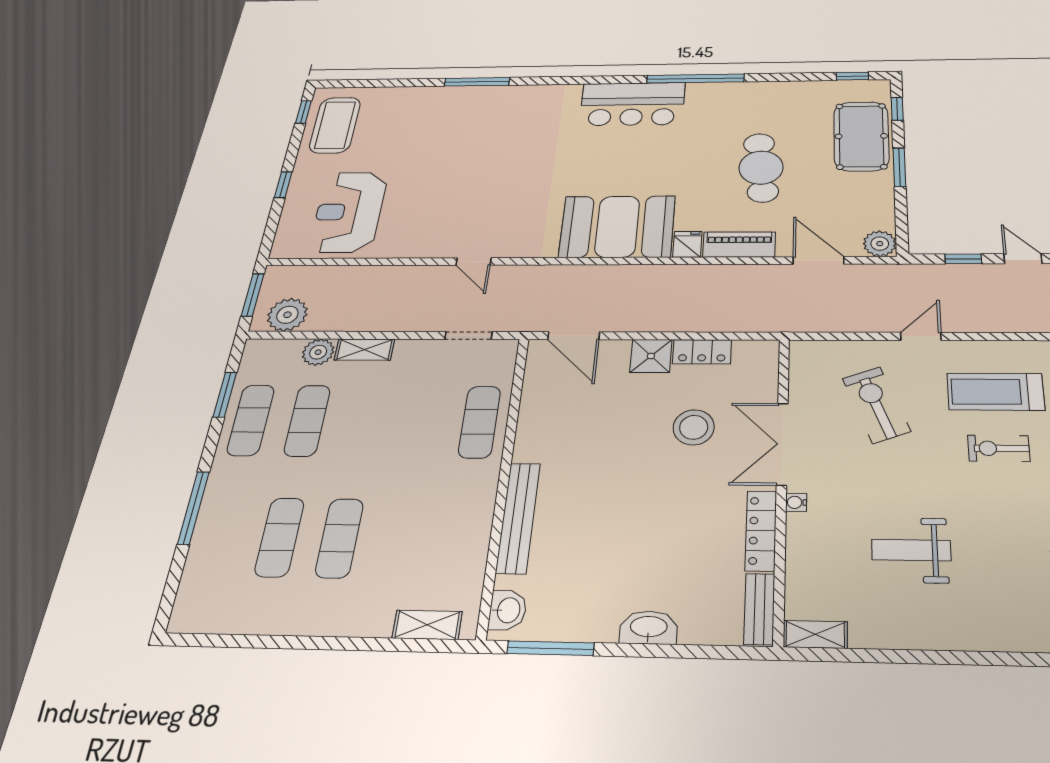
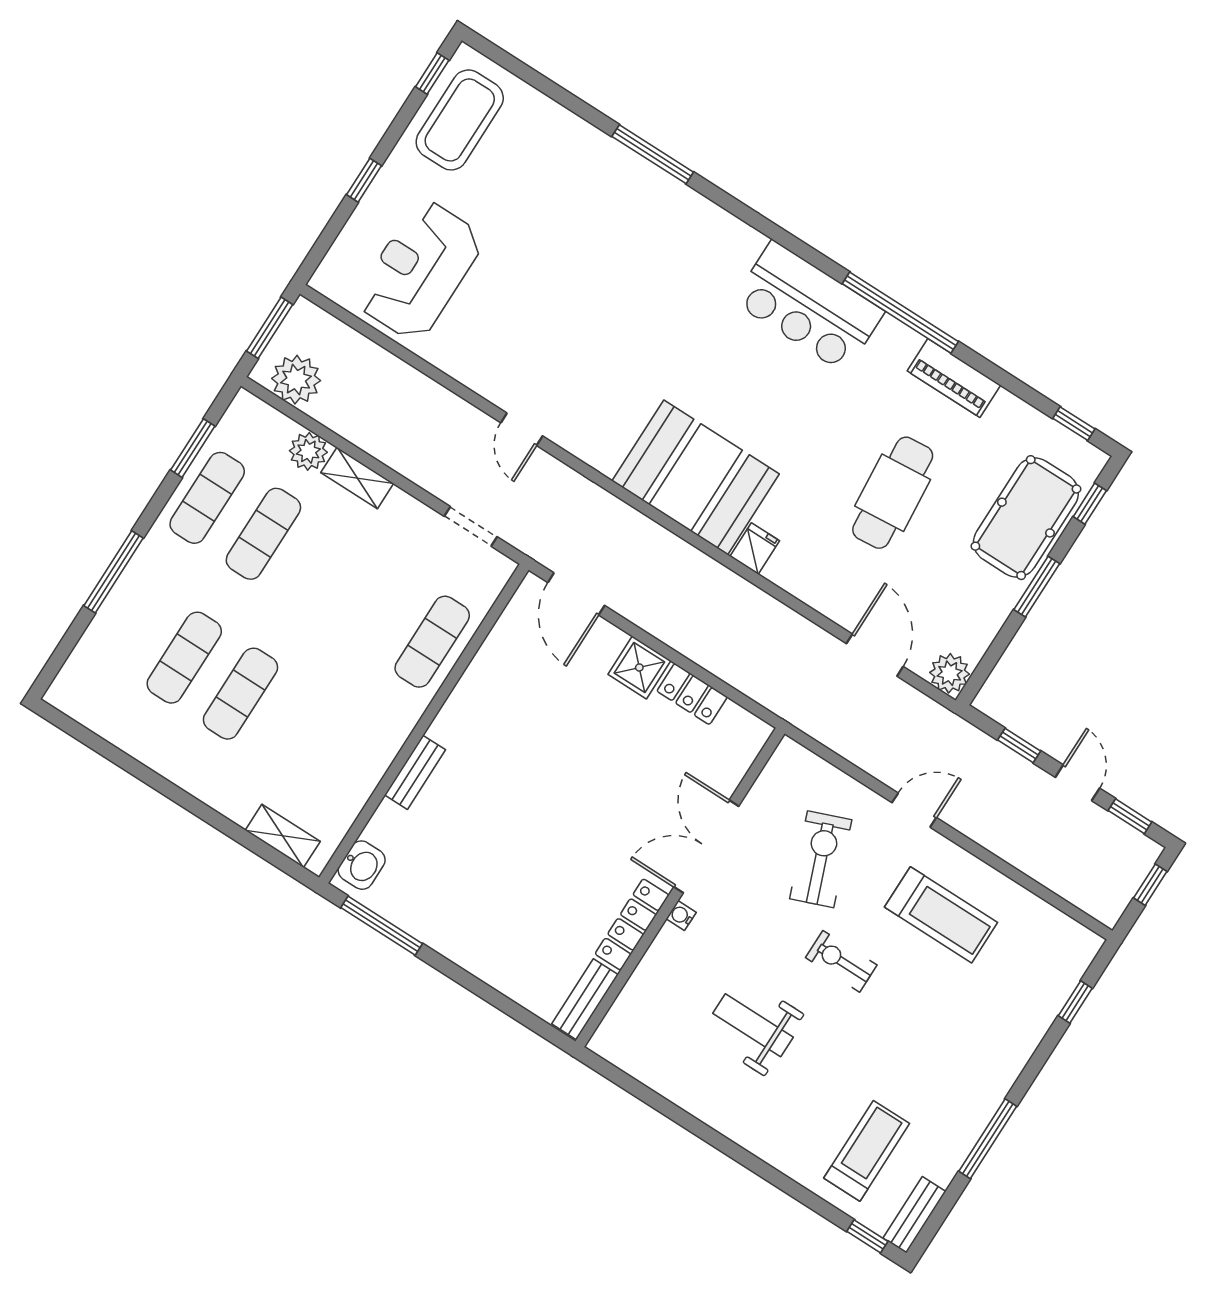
piano: (739, 245) -> (954, 378), moved, turned 180
treadmill: (996, 392) -> (941, 915), turned 180
stool: (694, 427) -> (634, 777), removed
exercise bike: (999, 448) -> (841, 961), moved
bench: (518, 518) -> (415, 772), width x0.54, depth x0.82
washbasin: (649, 628) -> (478, 958), removed
shelving: (815, 634) -> (619, 1052), removed

